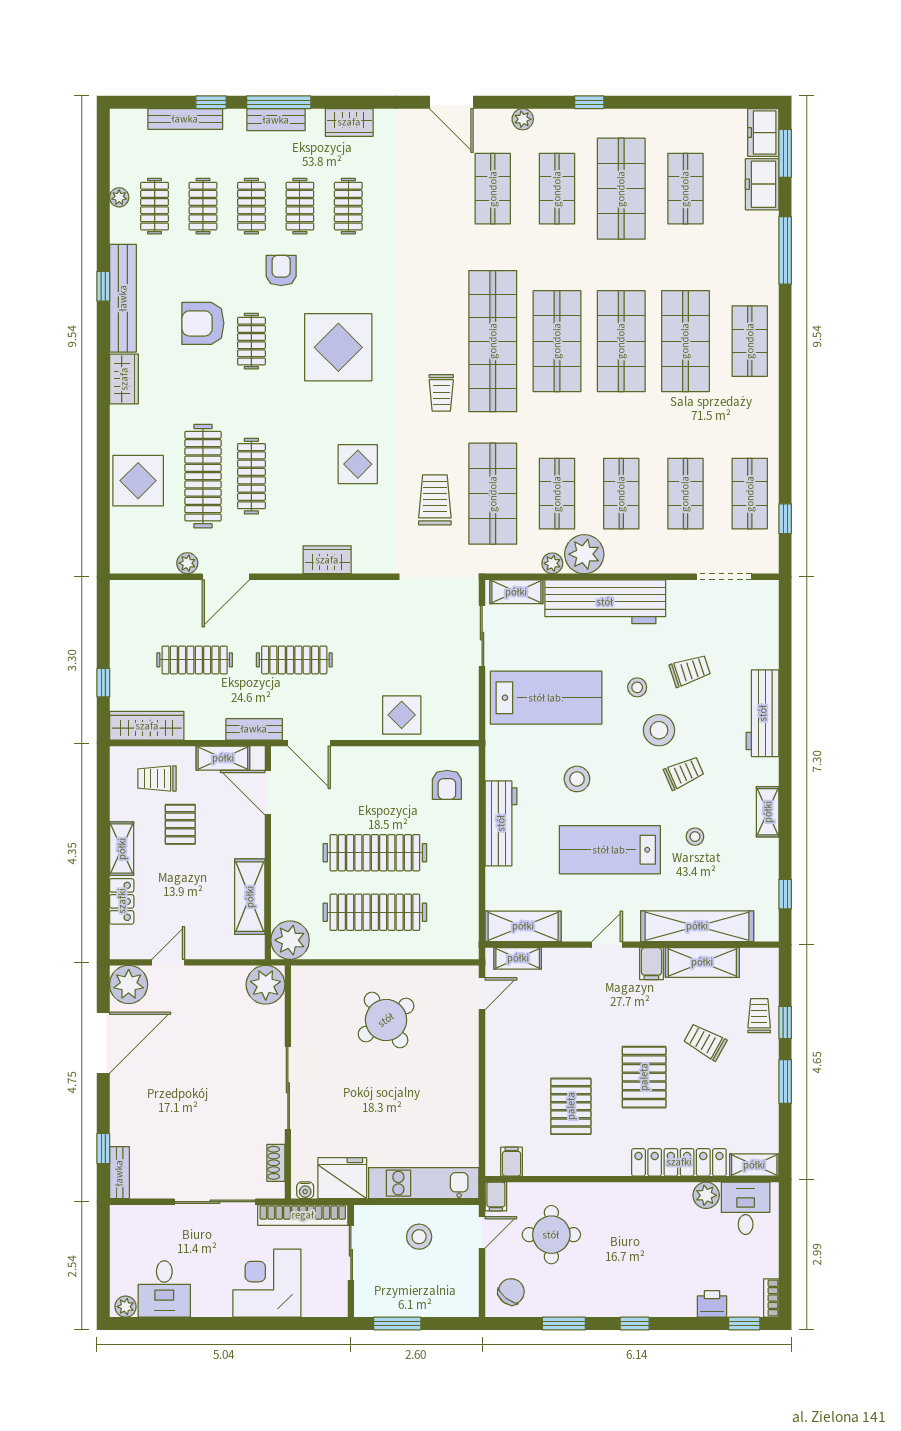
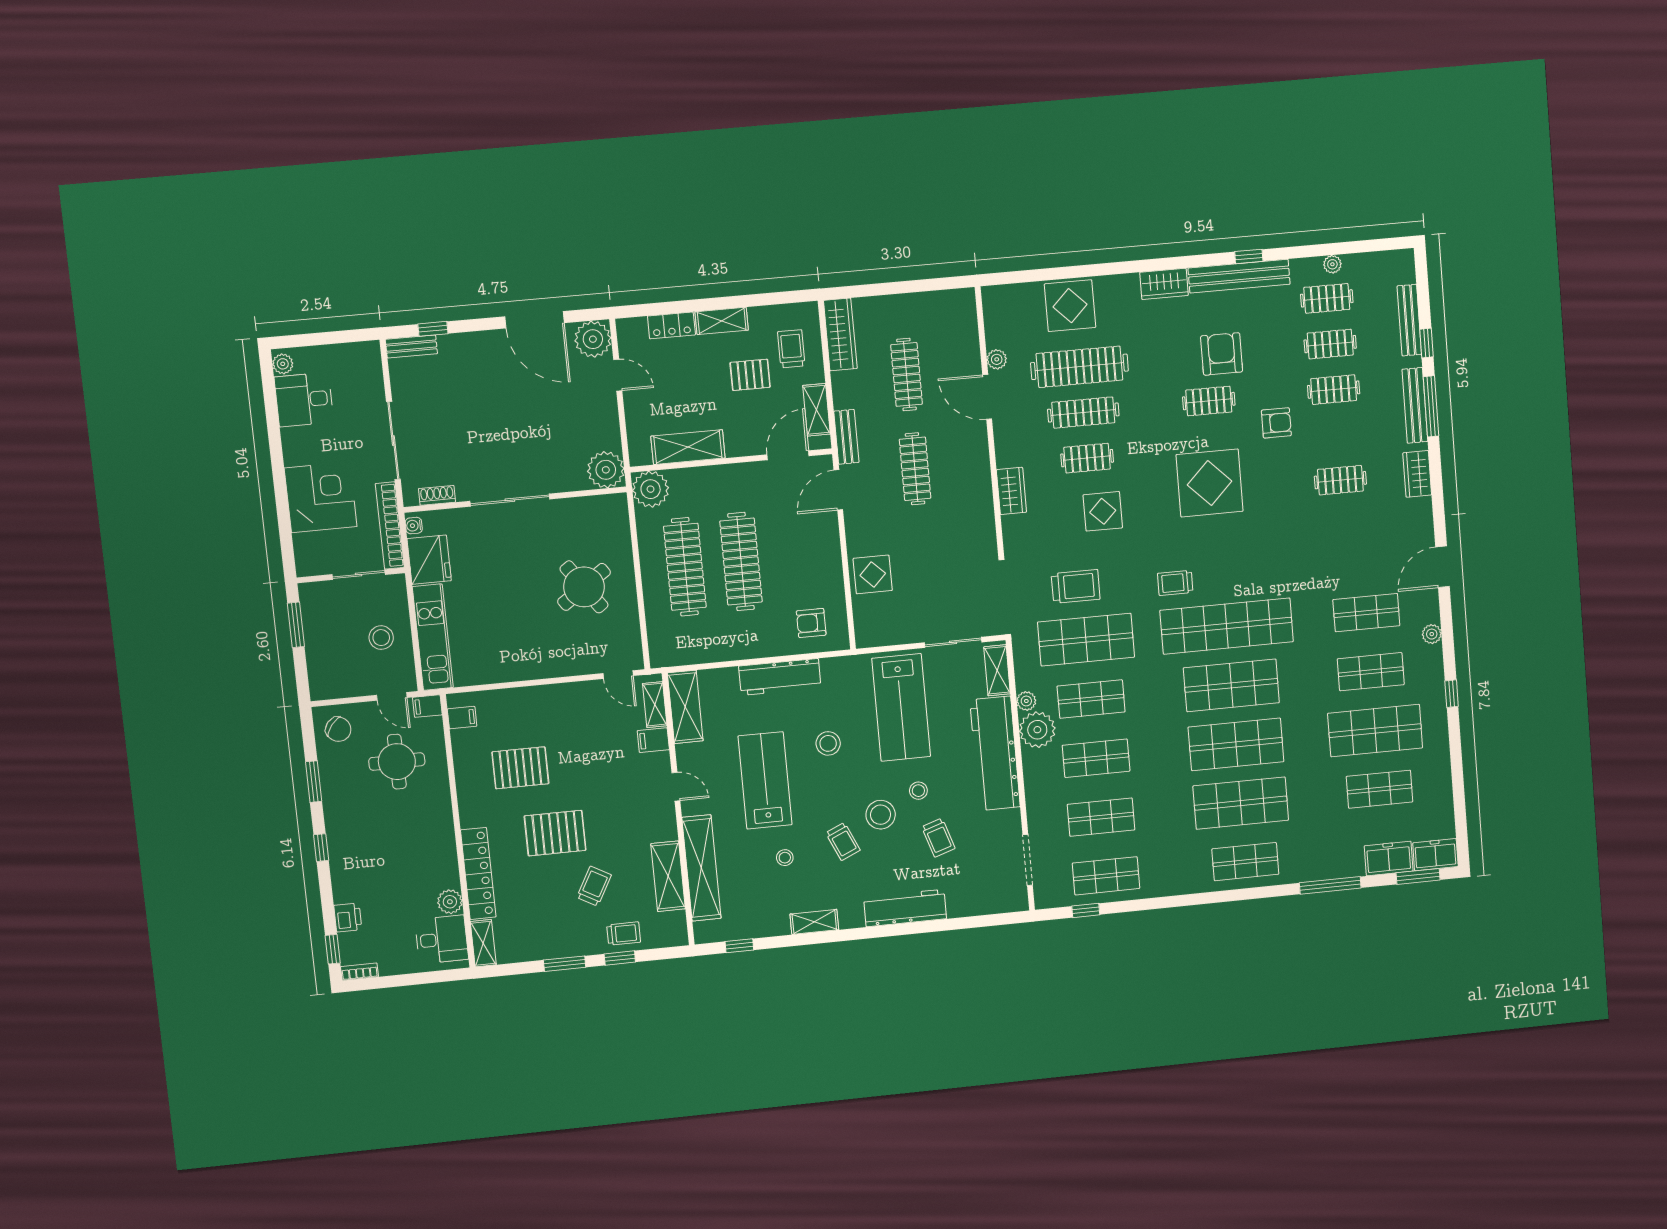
bench: (276, 120) -> (1415, 405), width x1.36
clothes rail: (300, 206) -> (1087, 458), moved
window: (103, 683) -> (877, 289), removed
filing cabinet: (651, 964) -> (653, 740), moved

